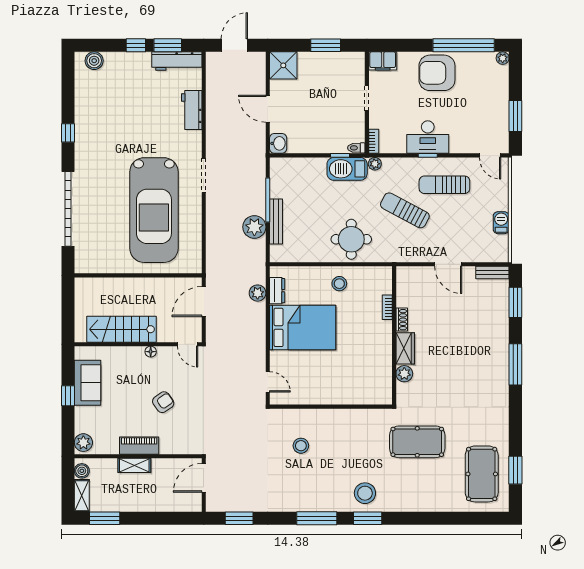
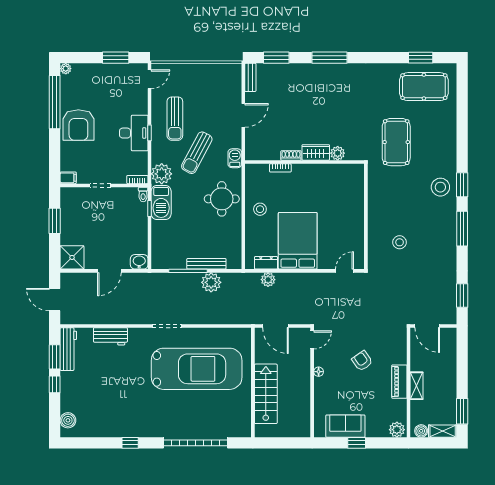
filing cabinet: (383, 61) -> (68, 178), width x0.50
plant: (375, 164) -> (162, 174), width x1.88, depth x1.88
barbecue: (501, 223) -> (235, 158), moved, turned 90
stairs: (121, 329) -> (266, 394), moved, turned 180

